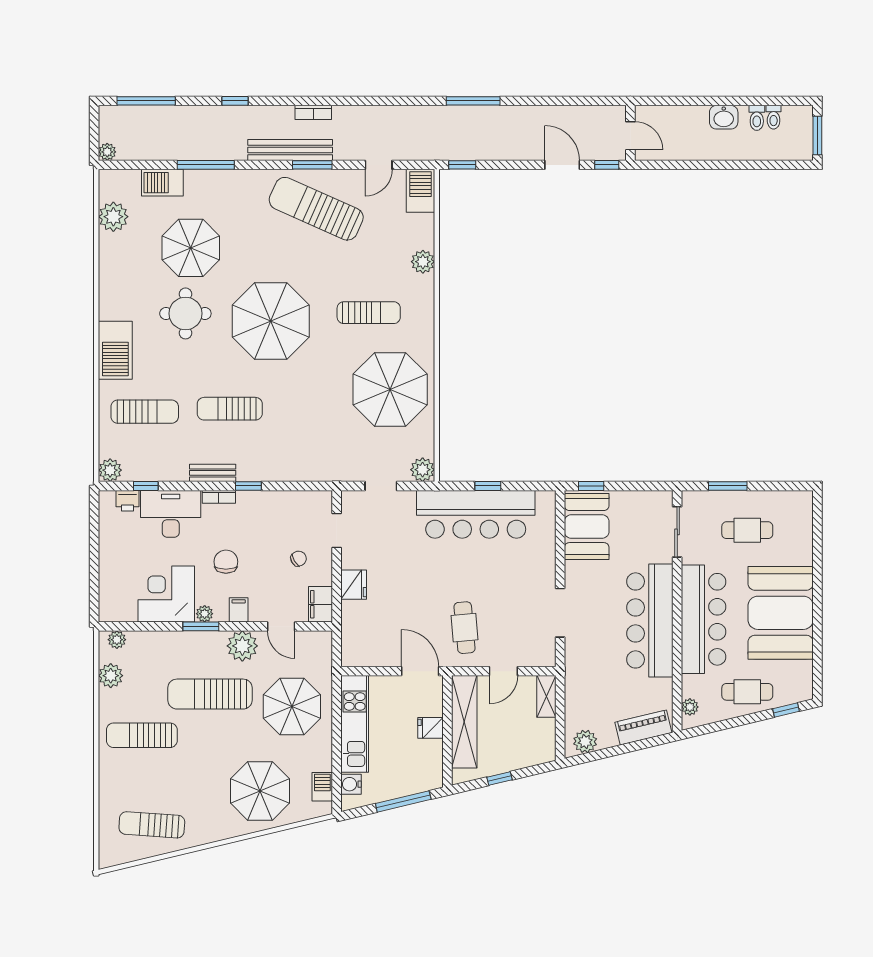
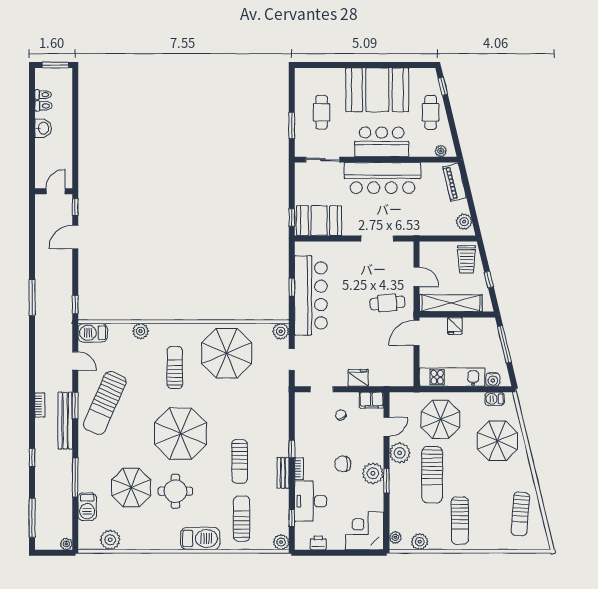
printer: (127, 501) -> (318, 543), moved, turned -90
corner desk: (166, 594) -> (365, 531), moved, turned 90
filing cabinet: (239, 610) -> (375, 455), removed
plant: (205, 614) -> (373, 473), width x1.88, depth x1.88
bar counter: (704, 619) -> (382, 142), width x0.73
shelving: (546, 696) -> (434, 248), removed
trolley: (529, 745) -> (467, 259), added

